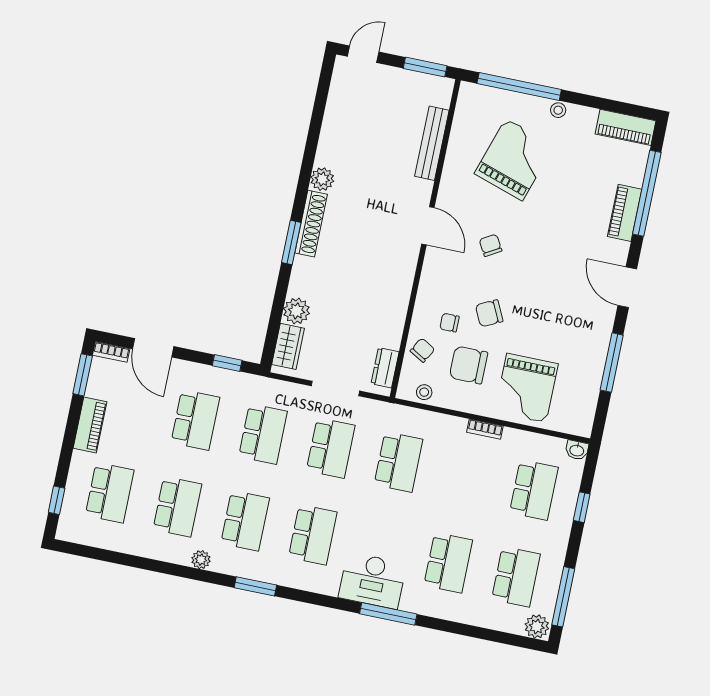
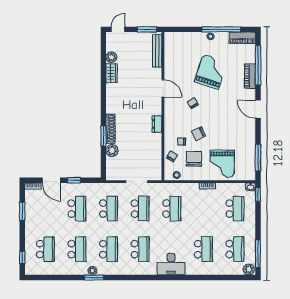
window: (519, 87) -> (221, 29), moved
bench: (432, 143) -> (157, 51), moved
grand piano: (514, 160) -> (211, 72), moved
plant: (322, 179) -> (111, 57), moved
shoe rack: (311, 224) -> (111, 129), moved
door: (428, 226) -> (163, 88), moved
window: (291, 242) -> (103, 136), moved
wardrobe: (288, 346) -> (112, 73), moved
window: (227, 363) -> (74, 180), moved
window: (612, 363) -> (258, 158), moved
chair: (469, 365) -> (194, 159), turned 90
dresser: (385, 368) -> (157, 124), moved
window: (83, 375) -> (22, 211), moved
piano: (90, 425) -> (30, 221), removed
window: (582, 507) -> (258, 194), moved
window: (255, 586) -> (94, 278), moved
window: (388, 614) -> (181, 278), removed

